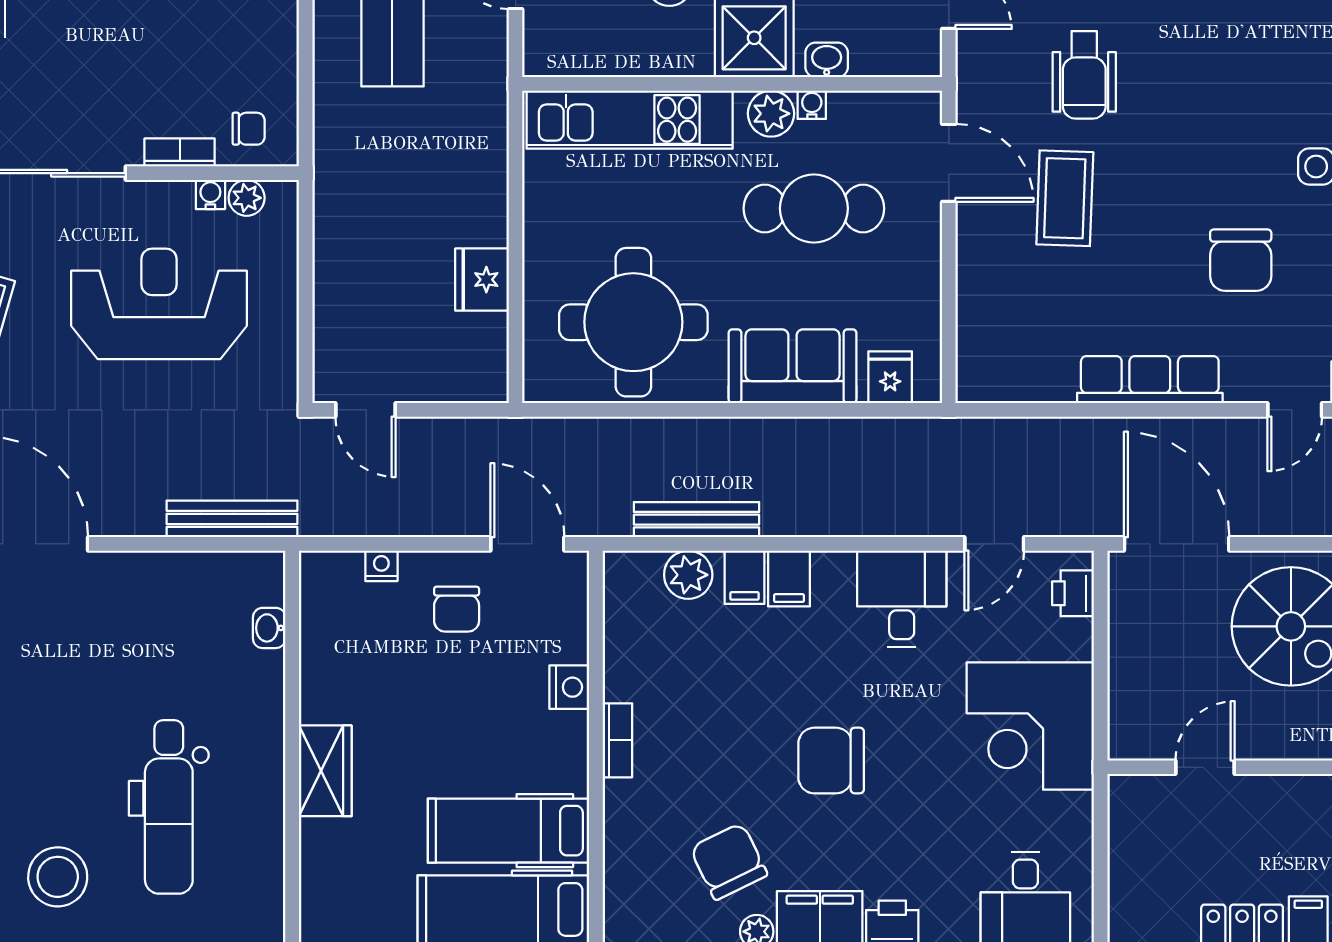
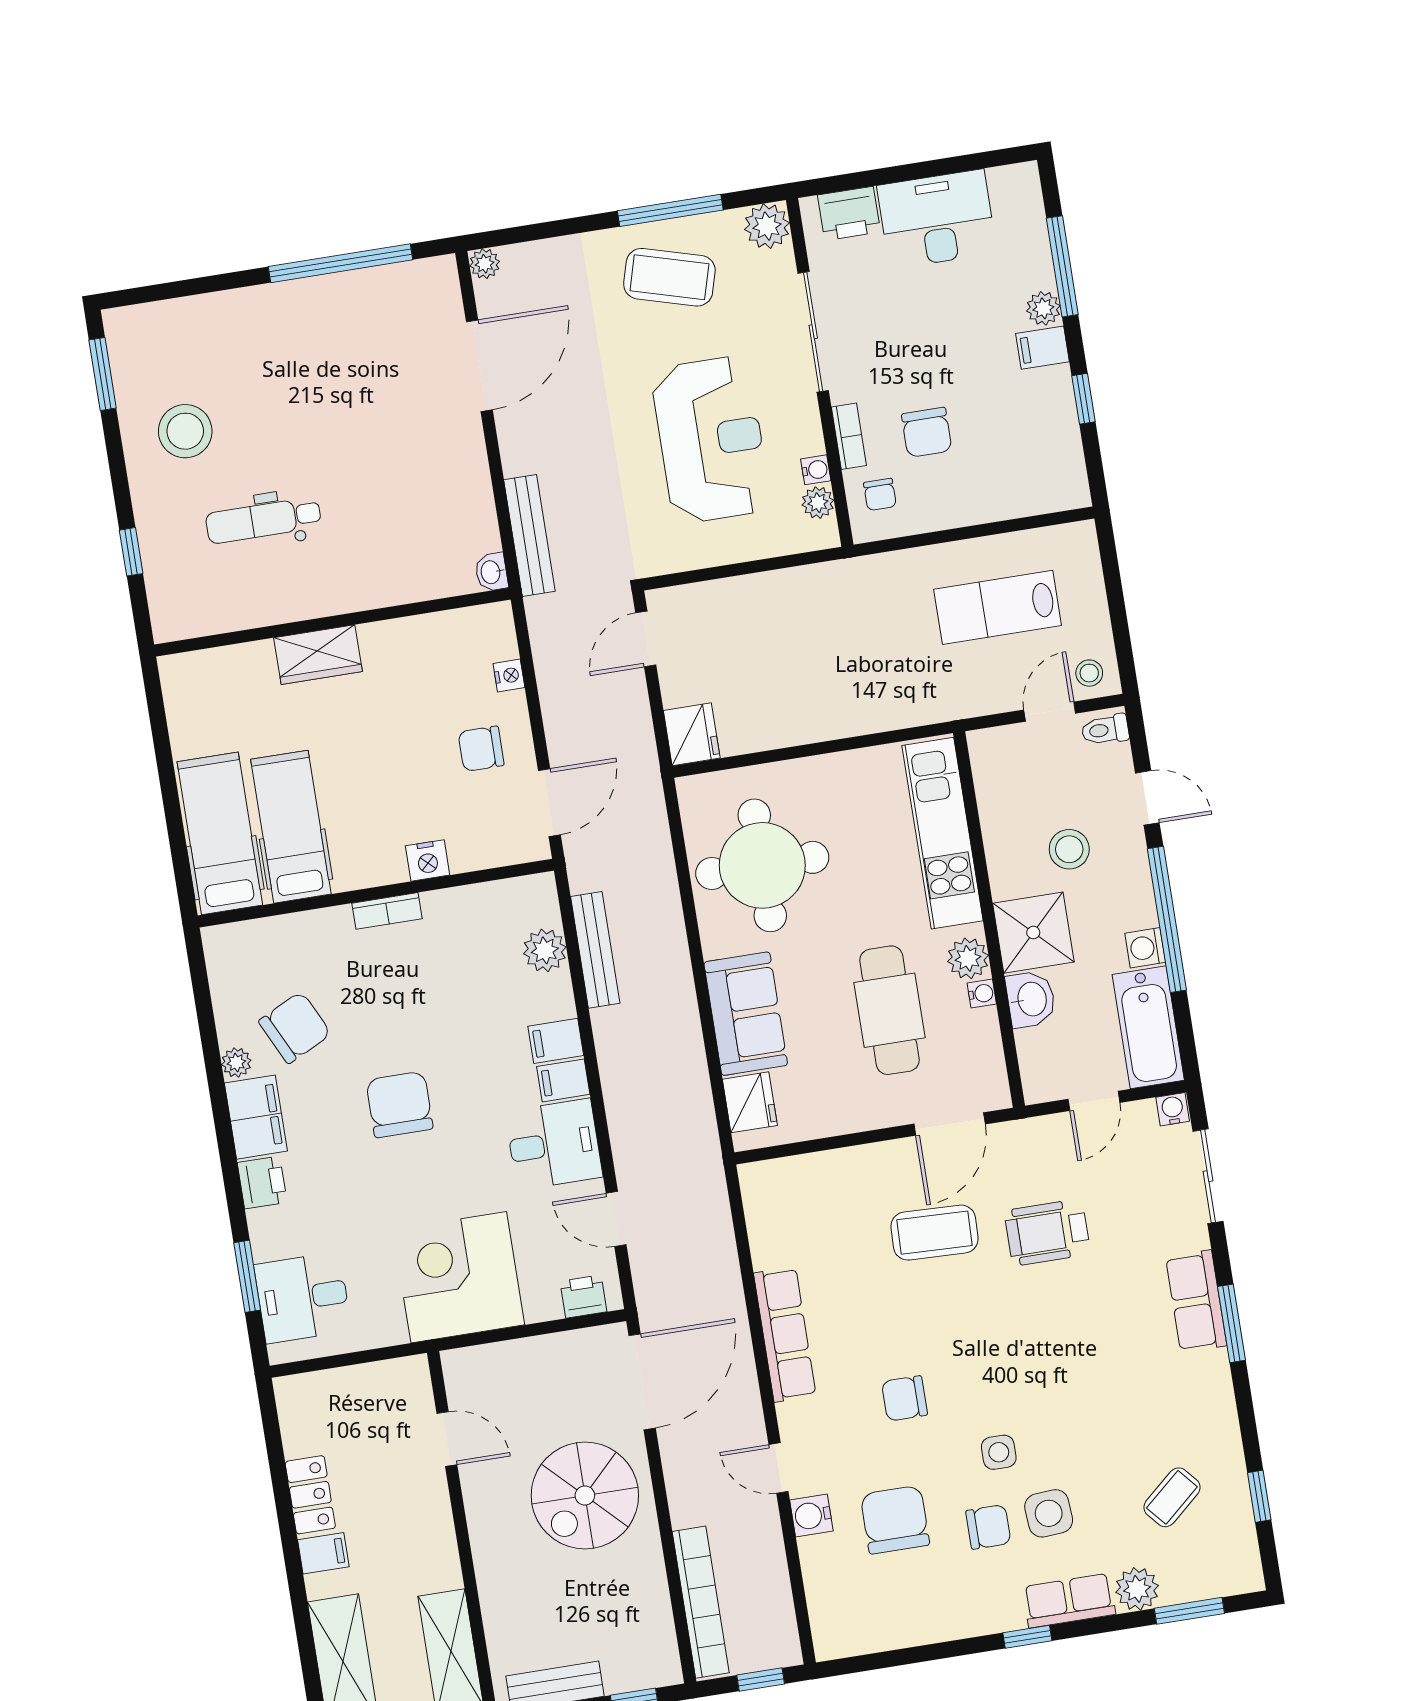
washbasin: (827, 60) -> (1031, 999), width x1.38, depth x1.45
chair: (189, 67) -> (927, 432), added
chair: (1241, 260) -> (904, 1398), width x0.73, depth x0.73
fridge: (482, 280) -> (692, 734), moved, turned 90
fridge: (890, 377) -> (750, 1102), width x1.38
filing cabinet: (745, 577) -> (563, 1080), moved
washbasin: (269, 628) -> (491, 572), moved, turned -90
dental chair: (169, 807) -> (263, 520), width x0.73, depth x0.72

